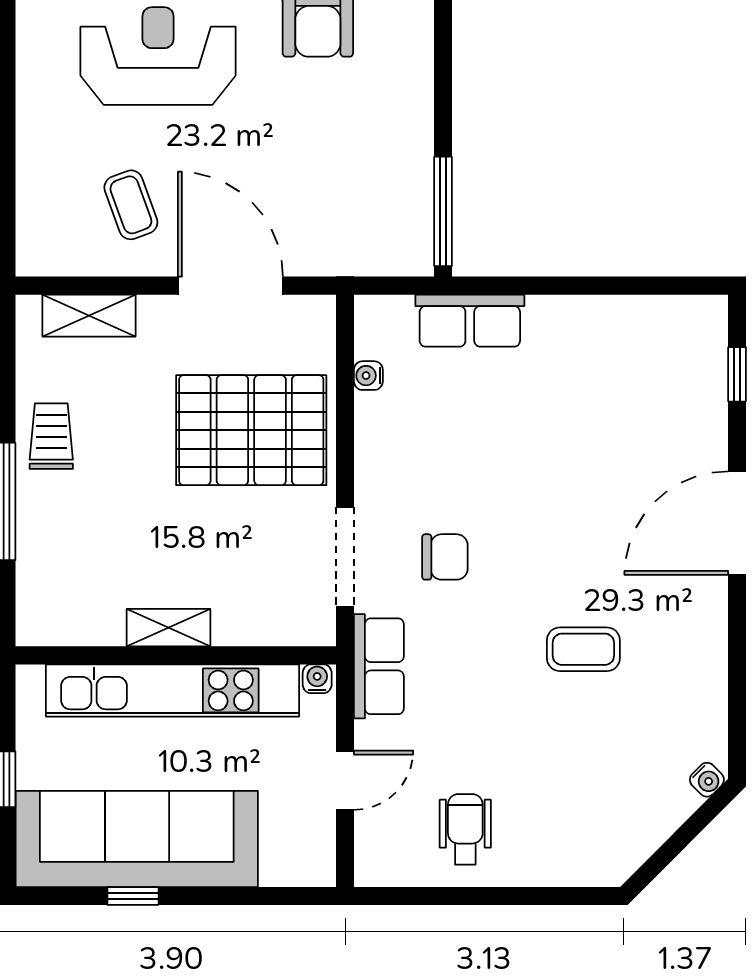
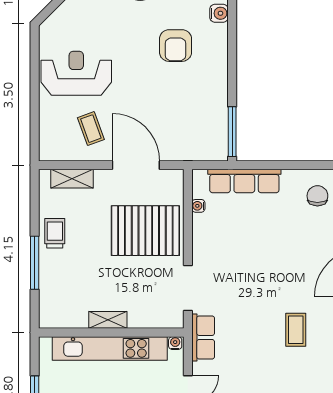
reception desk: (158, 56) -> (76, 73), moved
row of seats: (470, 321) -> (244, 181), width x1.48
chair: (445, 557) -> (317, 196), moved, turned -90
coffee table: (583, 649) -> (296, 330), turned 90

